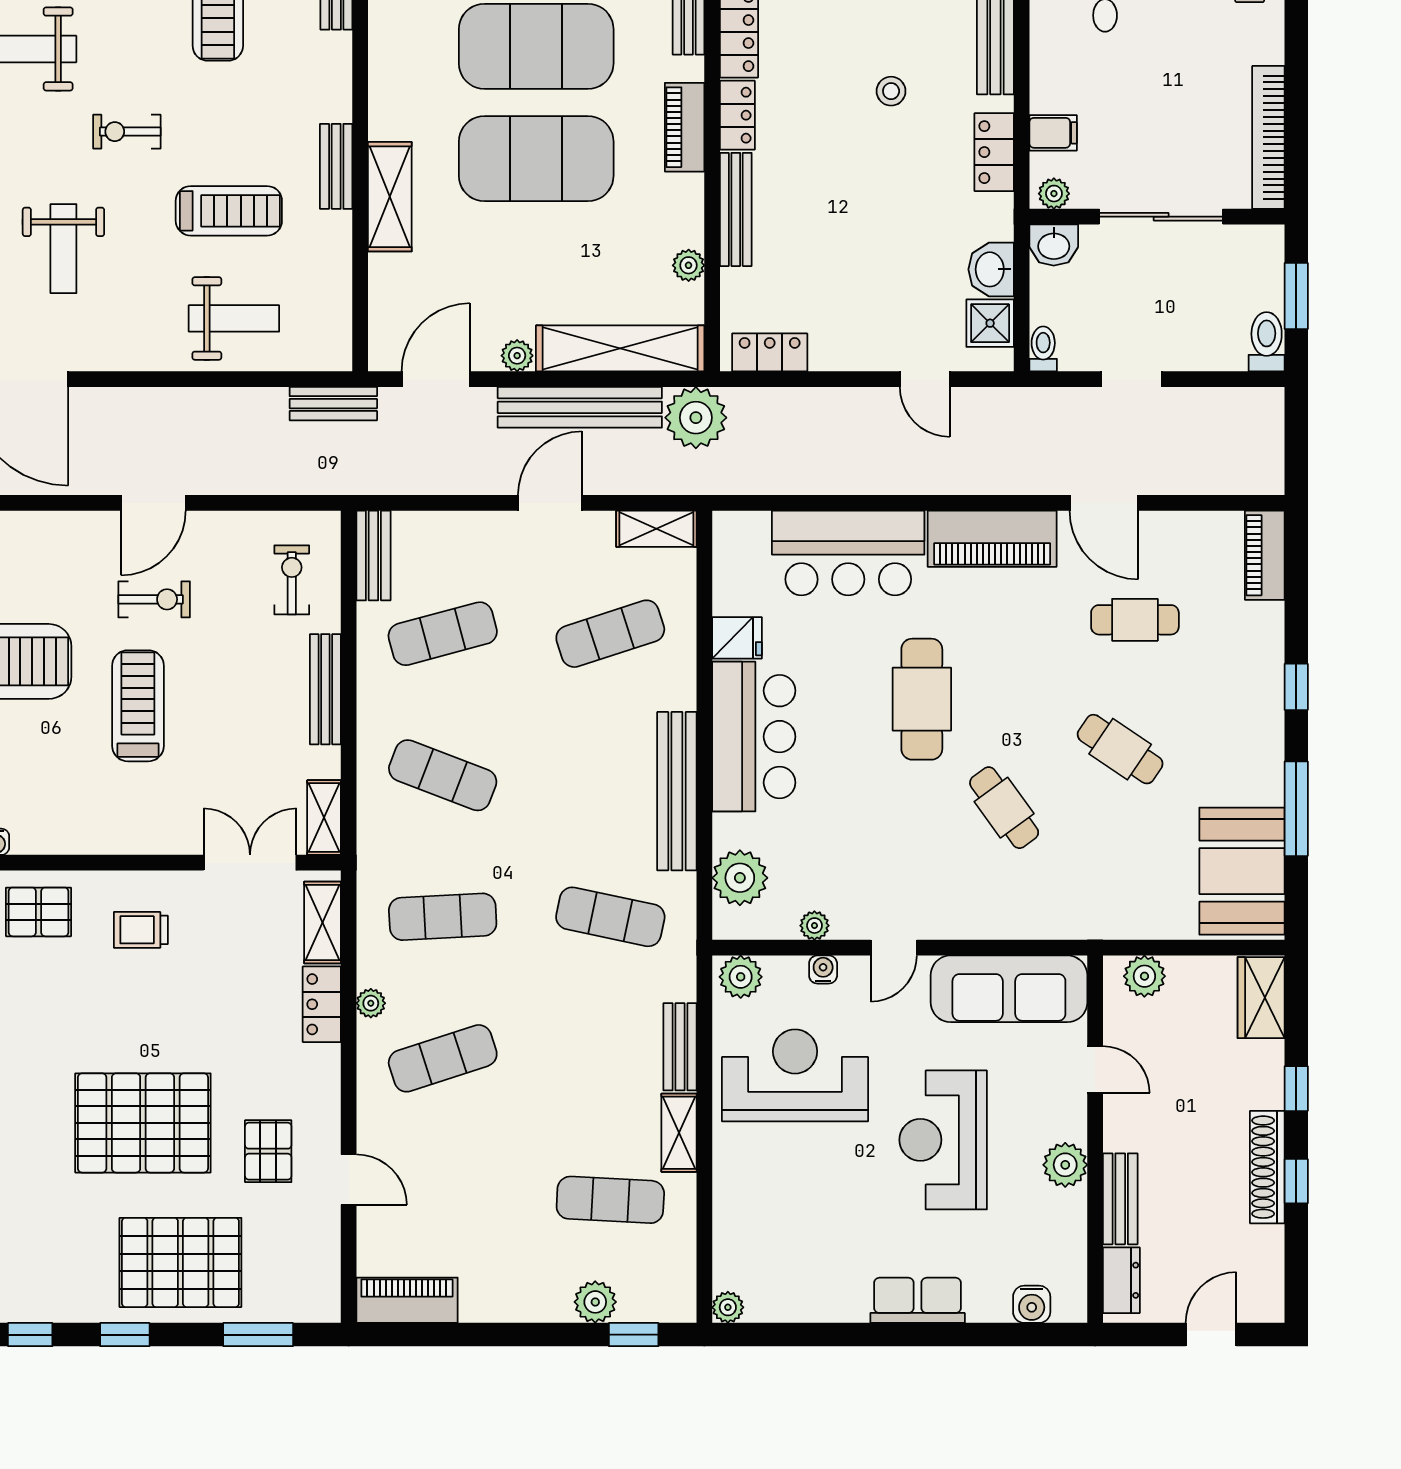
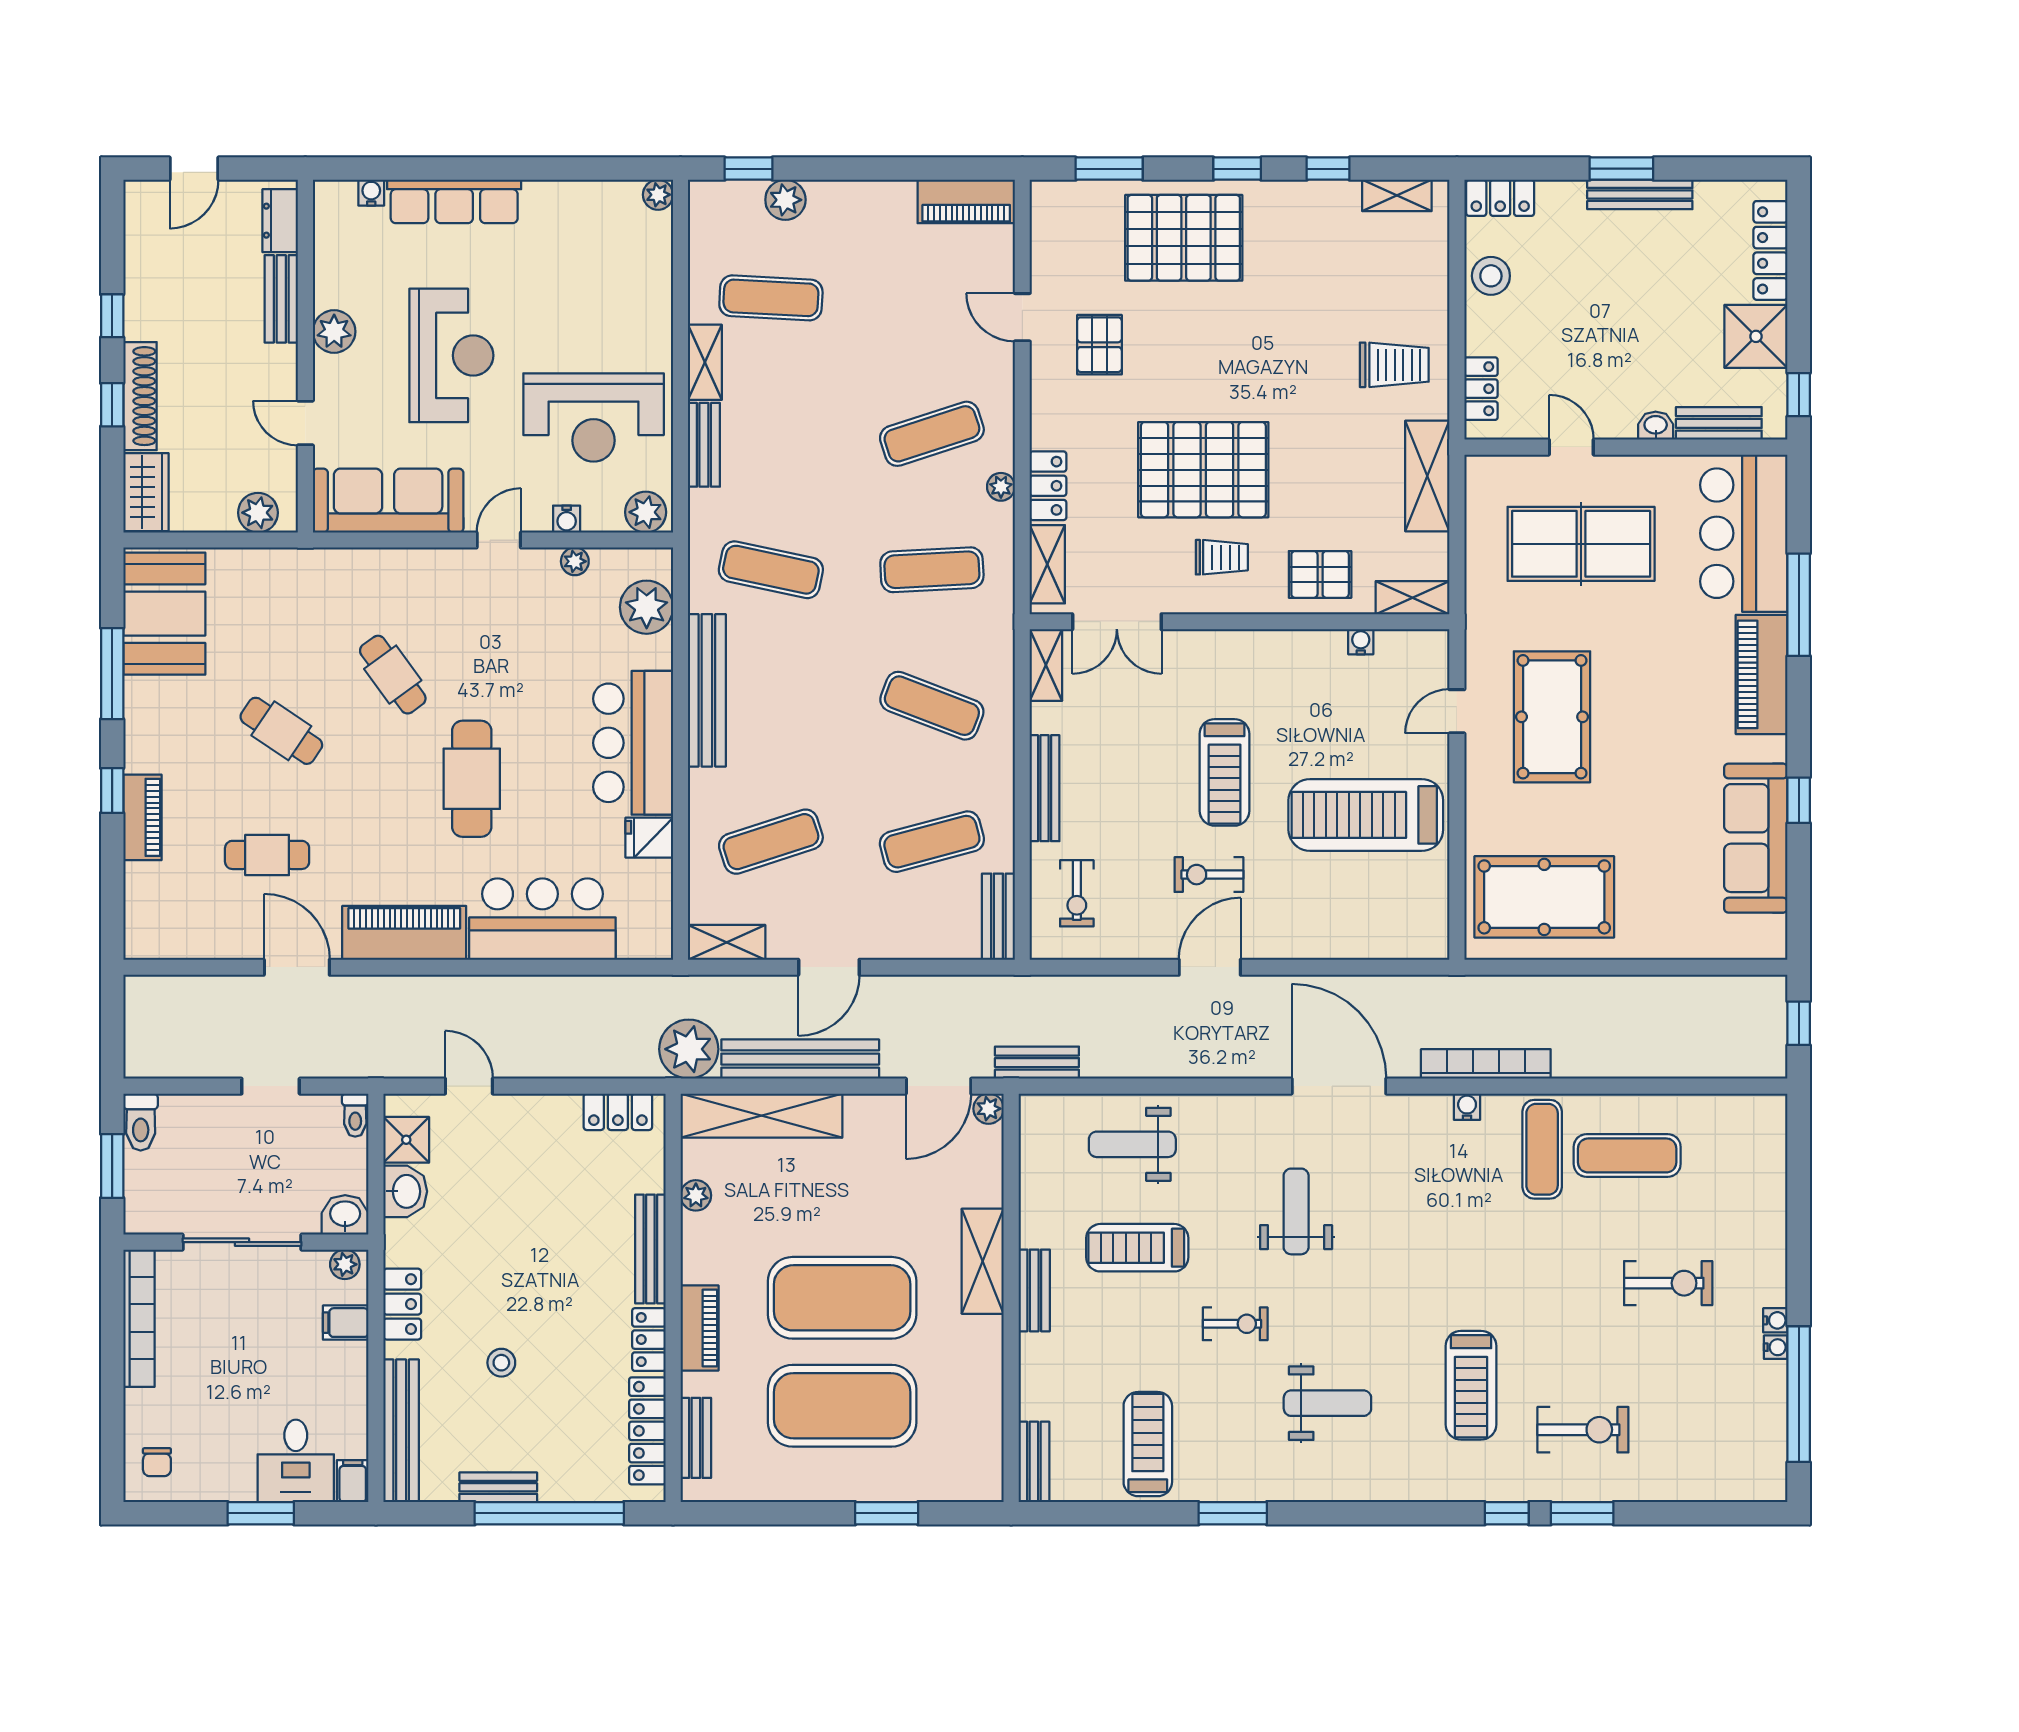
plant: (517, 356) -> (989, 1109), moved
piano: (1265, 555) -> (142, 817), moved
pallet: (143, 1123) -> (1203, 470), moved
shoe rack: (1267, 1167) -> (140, 396), moved
row of seats: (918, 1300) -> (454, 201), width x1.48
water cooler: (1032, 1304) -> (371, 193), width x0.72, depth x0.72

